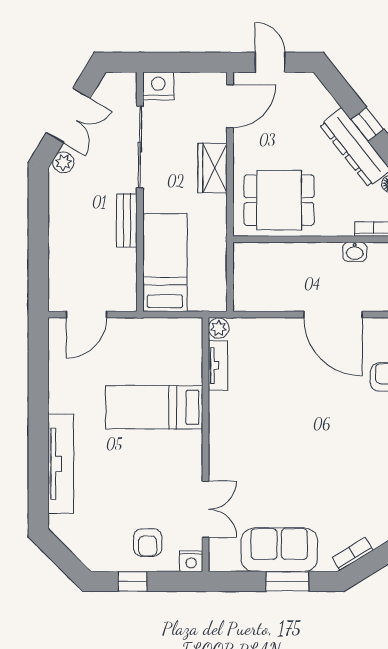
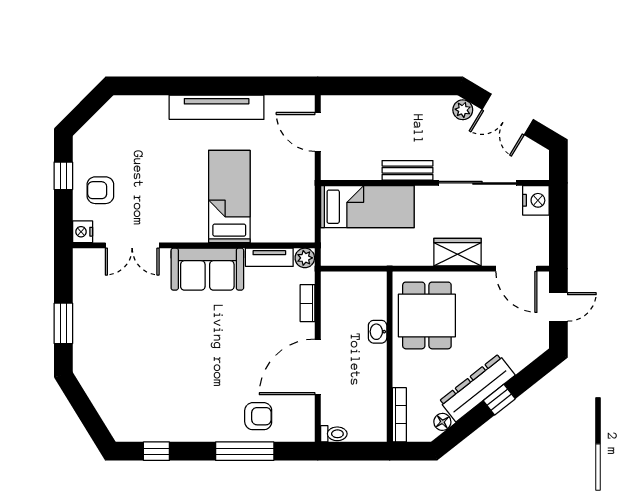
washbasin: (355, 252) -> (378, 332), moved
tv unit: (61, 464) -> (217, 107), moved
sofa: (279, 550) -> (207, 269), moved, turned 90
bookcase: (353, 554) -> (308, 303), moved, turned -148

